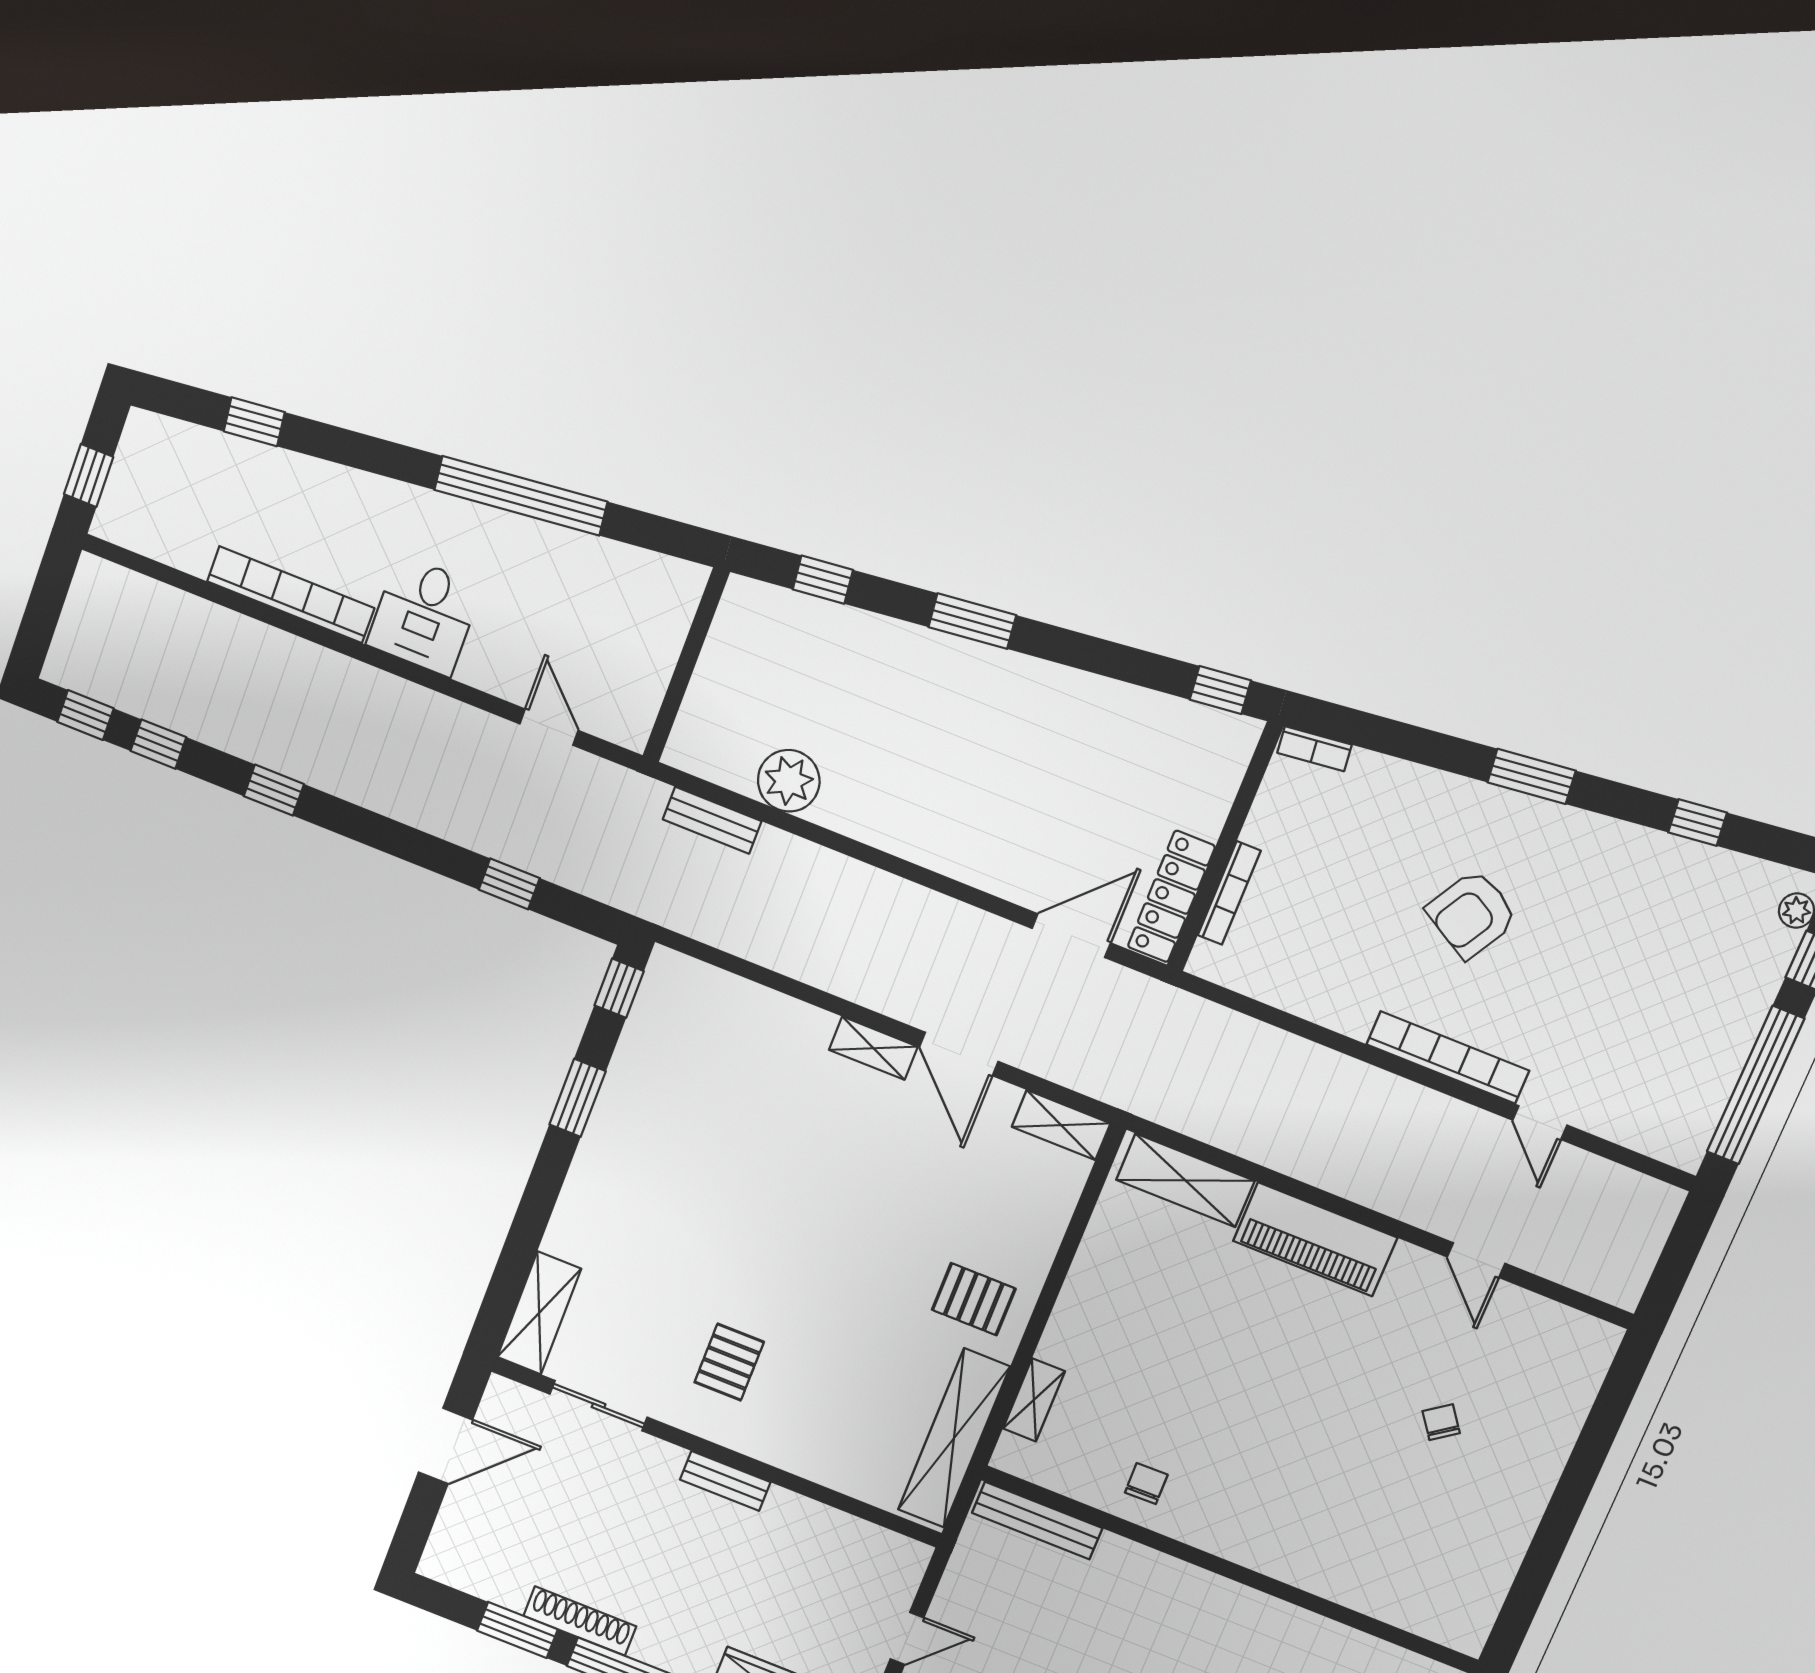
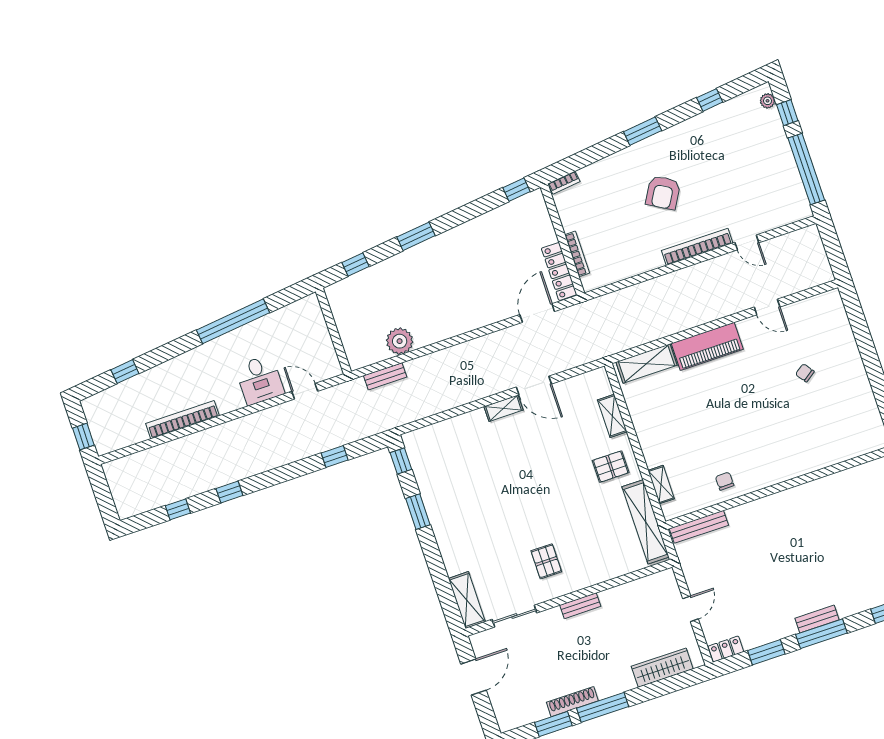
desk: (424, 616) -> (260, 380), moved
window: (85, 715) -> (145, 520), removed
shelving: (1061, 1125) -> (612, 416), moved, turned 90

